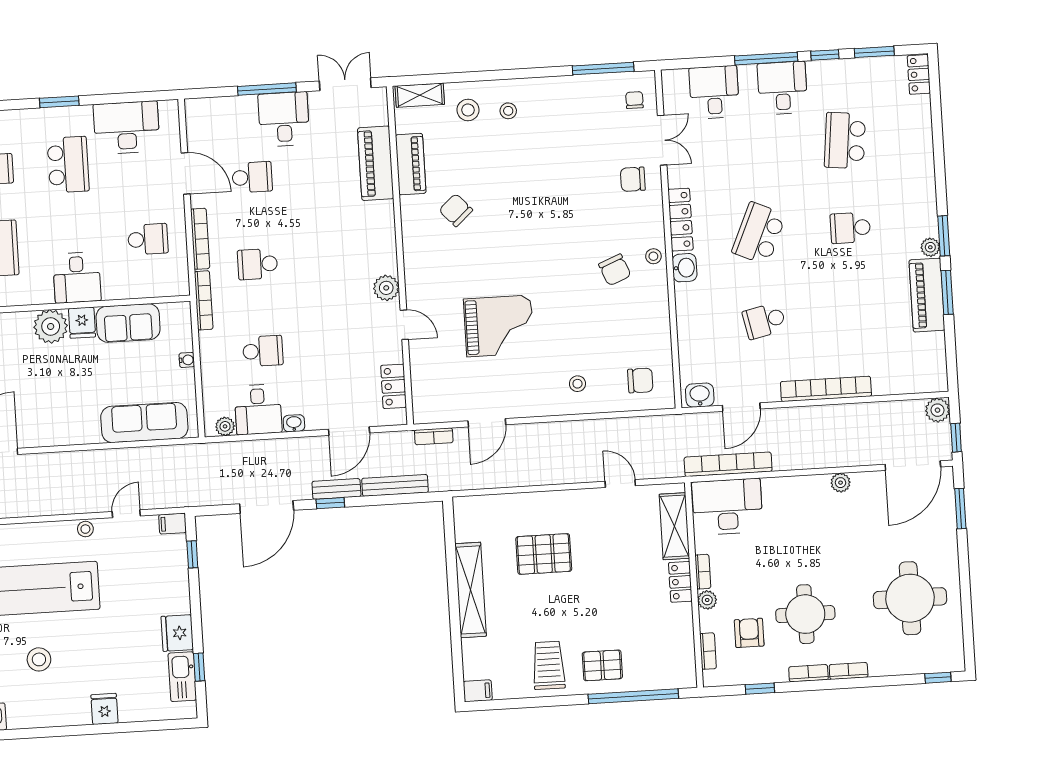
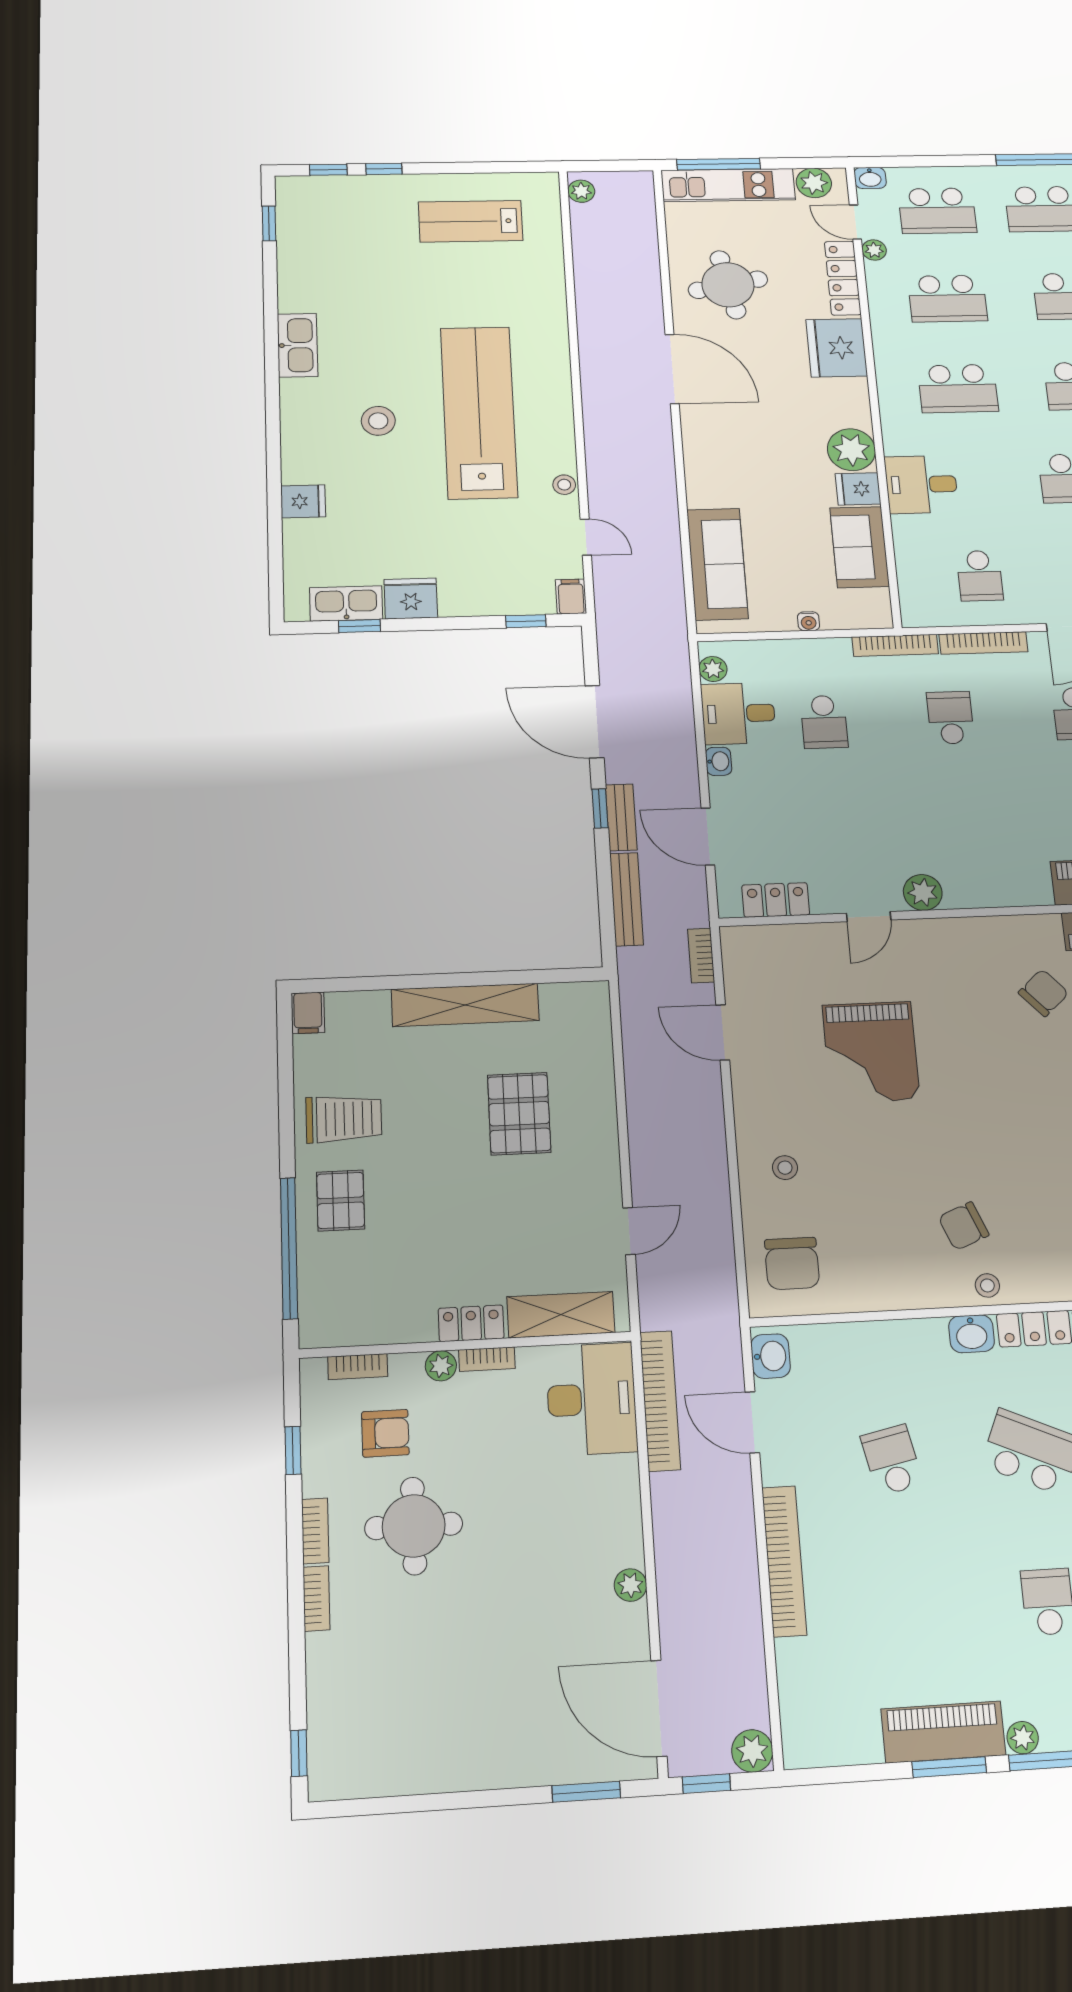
chair: (640, 380) -> (792, 1263), width x1.37, depth x1.37
round table: (910, 598) -> (436, 1704), removed

